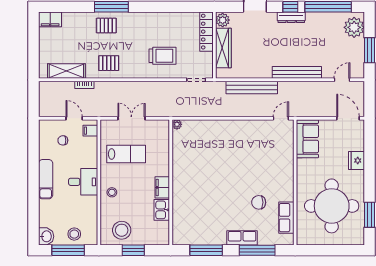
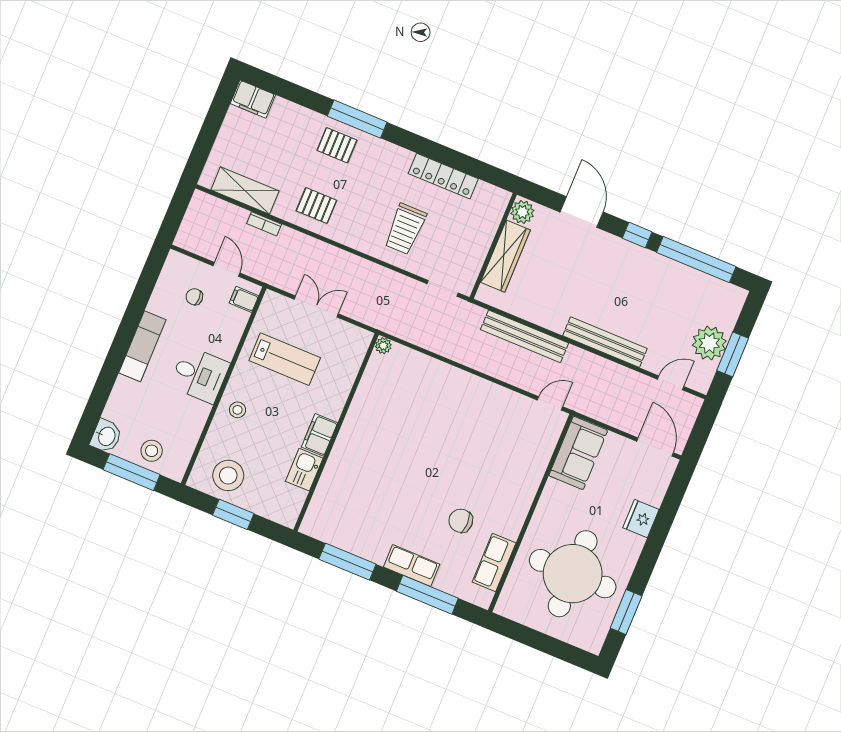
dresser: (291, 17) -> (632, 252), removed
plant: (354, 27) -> (709, 343), moved
locker: (206, 32) -> (443, 176), moved, turned -90
trolley: (162, 56) -> (405, 229), turned 90

